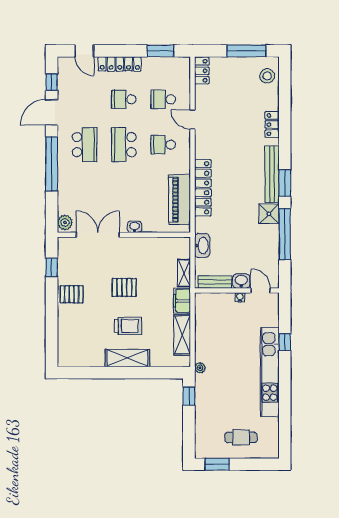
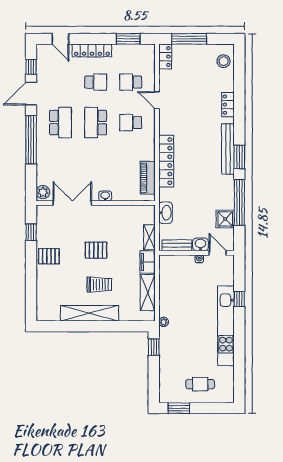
window: (246, 51) -> (189, 39), moved
school desk: (124, 99) -> (96, 82), turned 180
piano: (179, 200) -> (148, 178), width x0.73, depth x0.75
shower: (269, 214) -> (225, 219), moved
shelving: (127, 358) -> (89, 313), width x1.47

